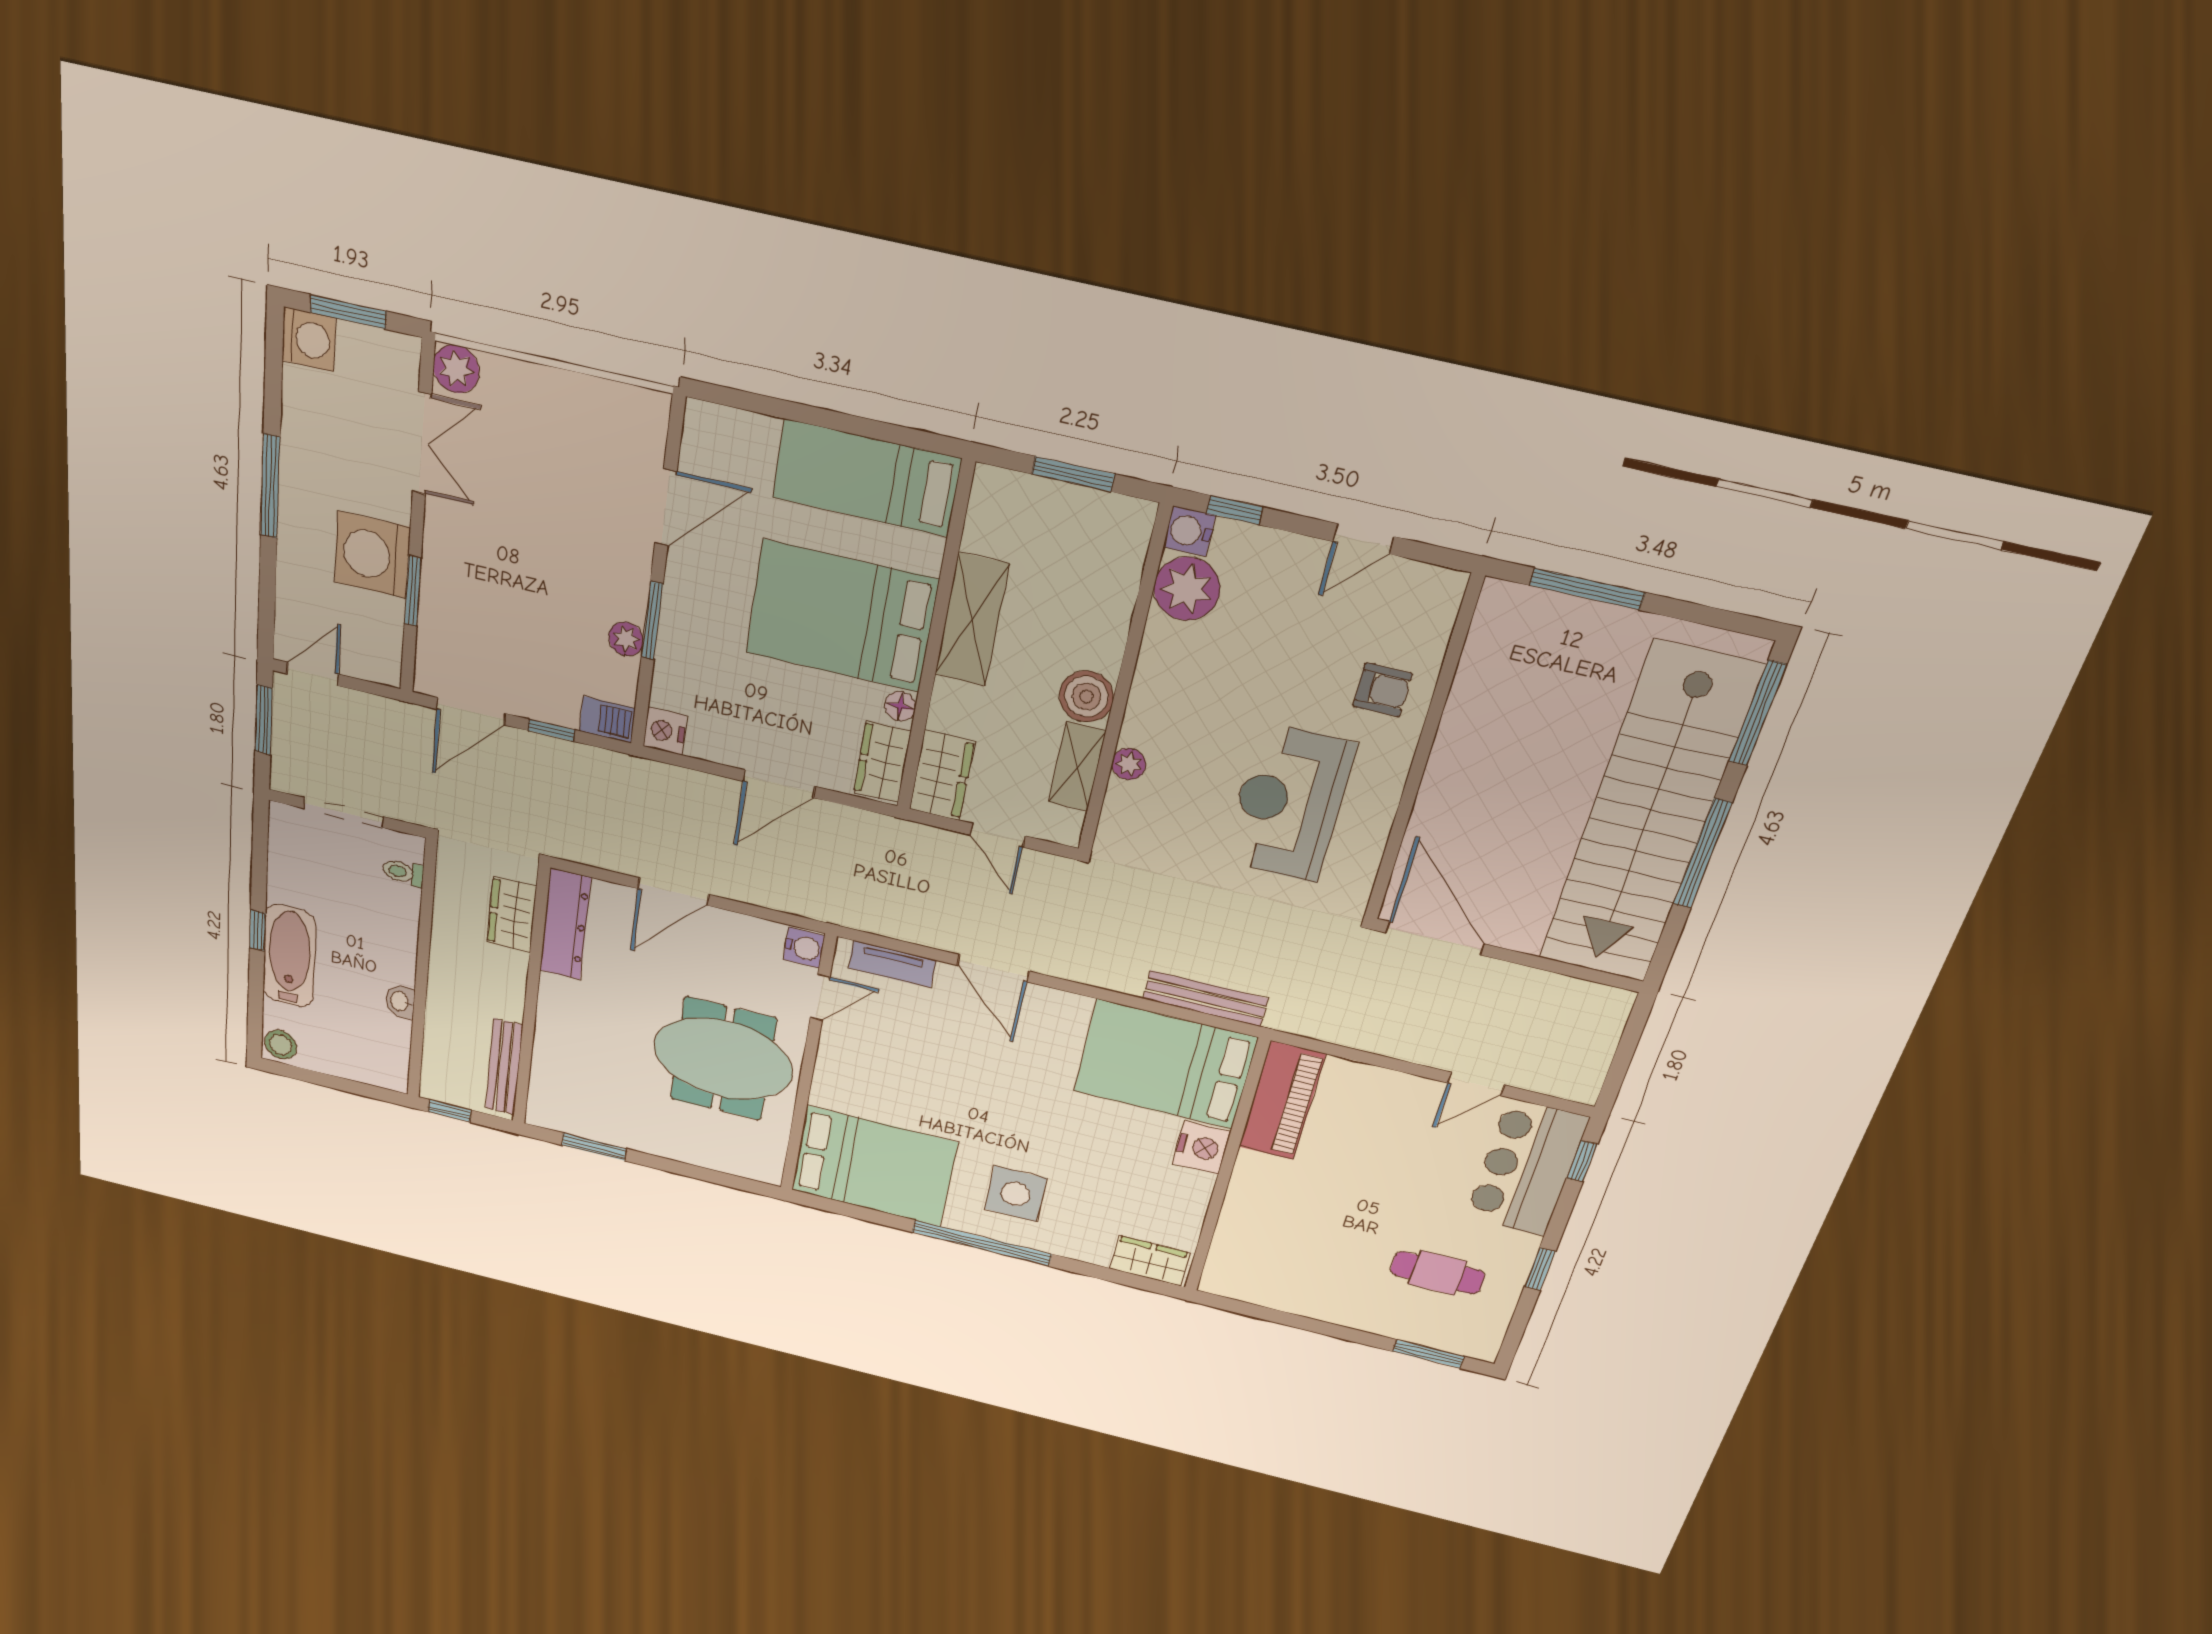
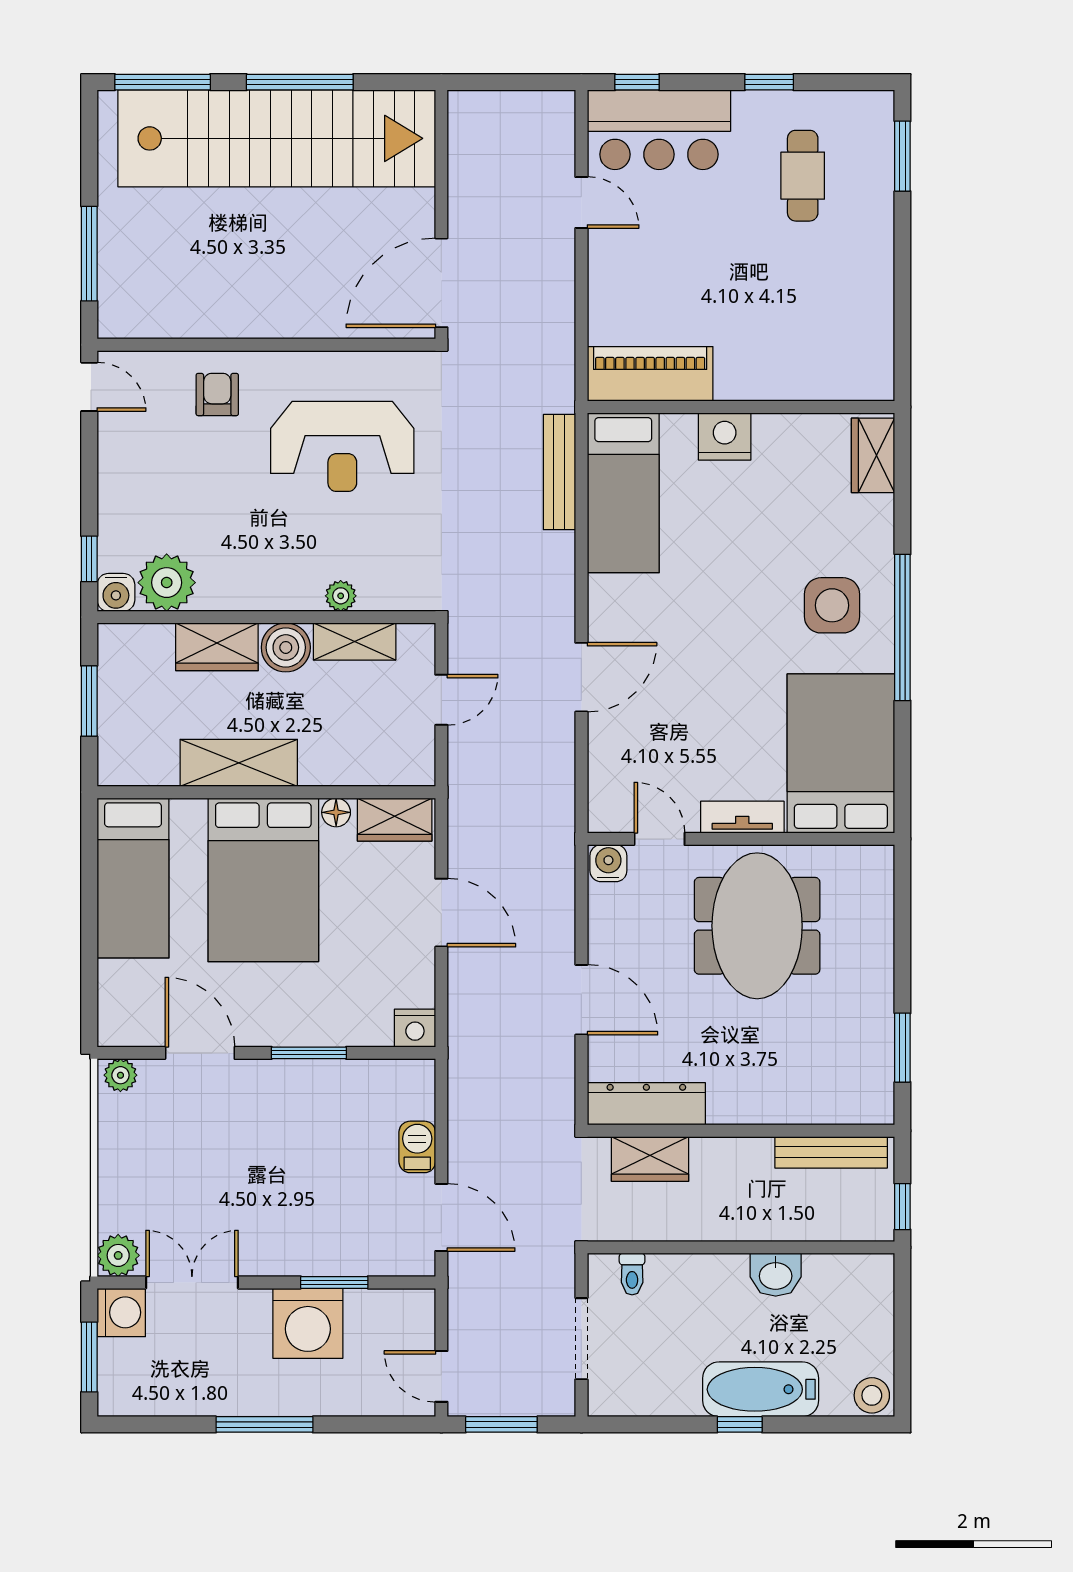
washing machine: (309, 339) -> (121, 1312), moved, turned 90
door: (1363, 539) -> (89, 387), moved
plant: (626, 639) -> (120, 1075), moved
barbecue: (607, 720) -> (417, 1147), moved
window: (551, 730) -> (441, 1137), removed
wardrobe: (942, 775) -> (217, 647), moved, turned 180
tv unit: (892, 964) -> (742, 817), moved, turned -90
washbasin: (400, 1001) -> (776, 1275), width x1.38, depth x1.45
bed: (1165, 1064) -> (623, 493), width x0.67

